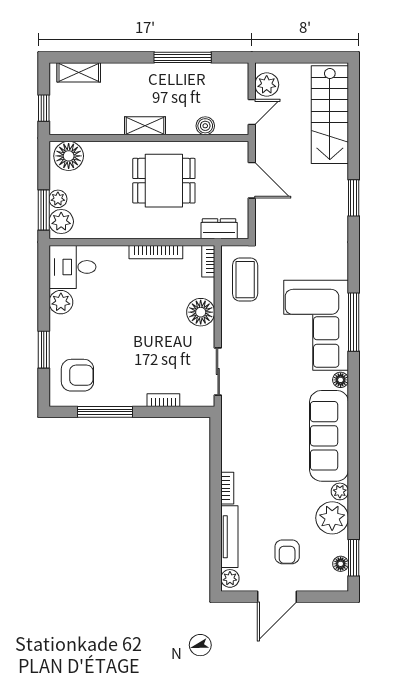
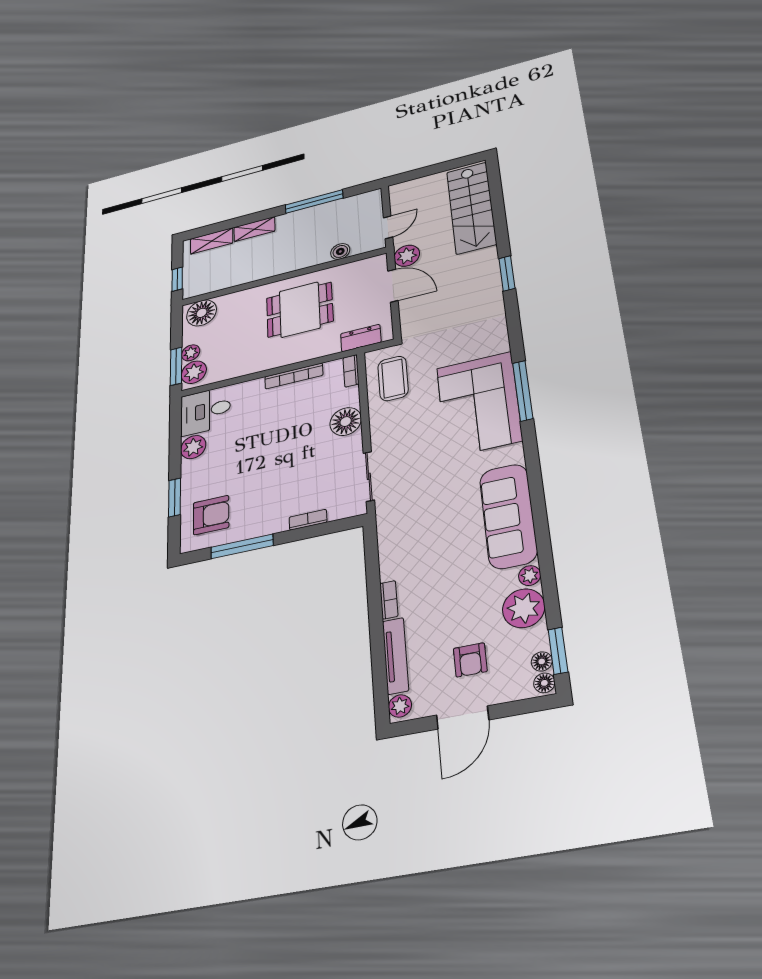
plant: (267, 85) -> (407, 256), moved
shelving: (145, 126) -> (254, 229), moved
floor lamp: (341, 380) -> (544, 683), moved

